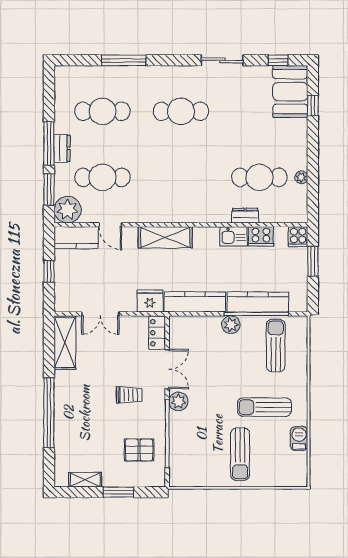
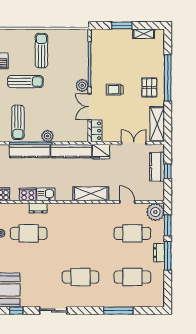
kitchen counter: (76, 238) -> (157, 167), moved, turned -90
pallet: (139, 450) -> (149, 87), moved, turned 90

